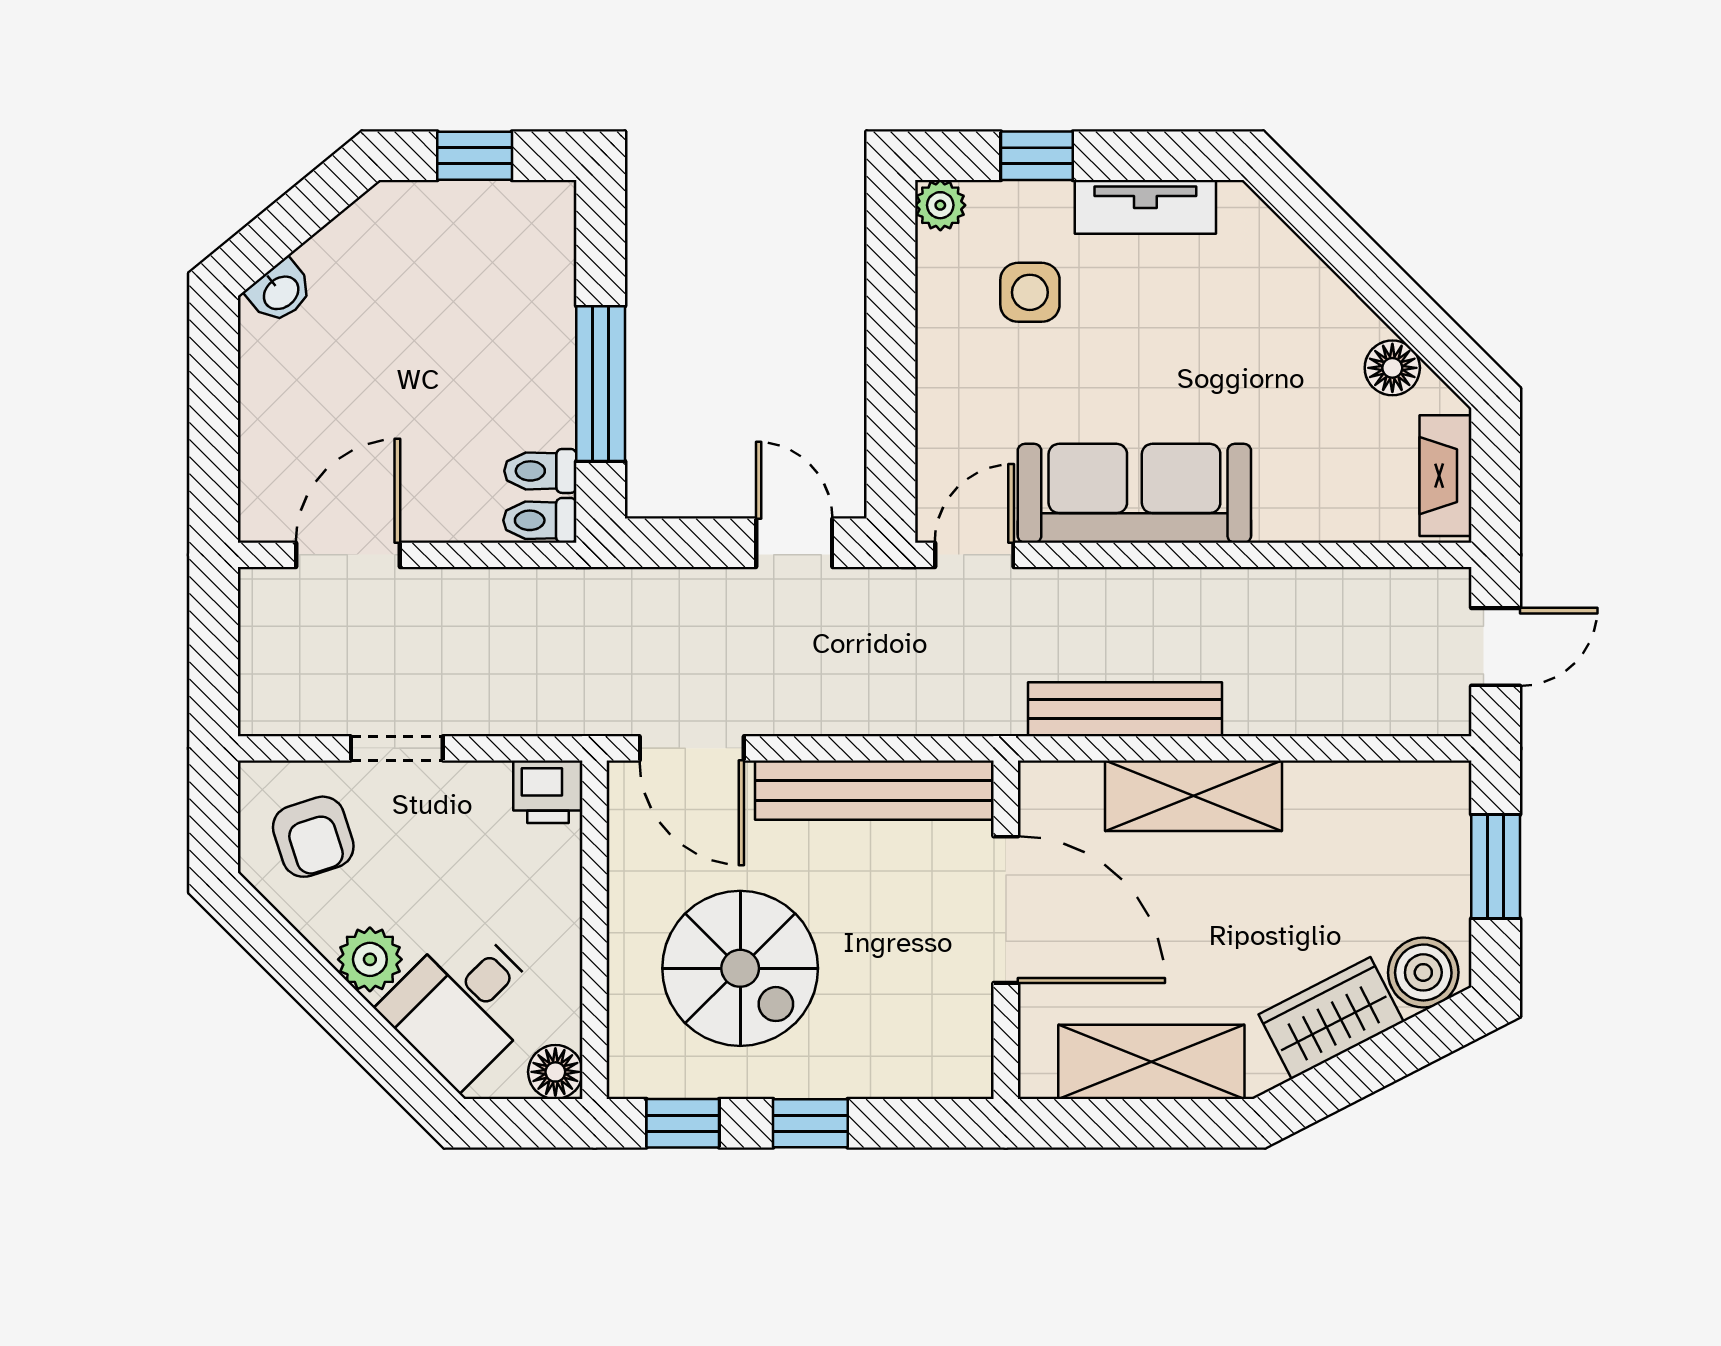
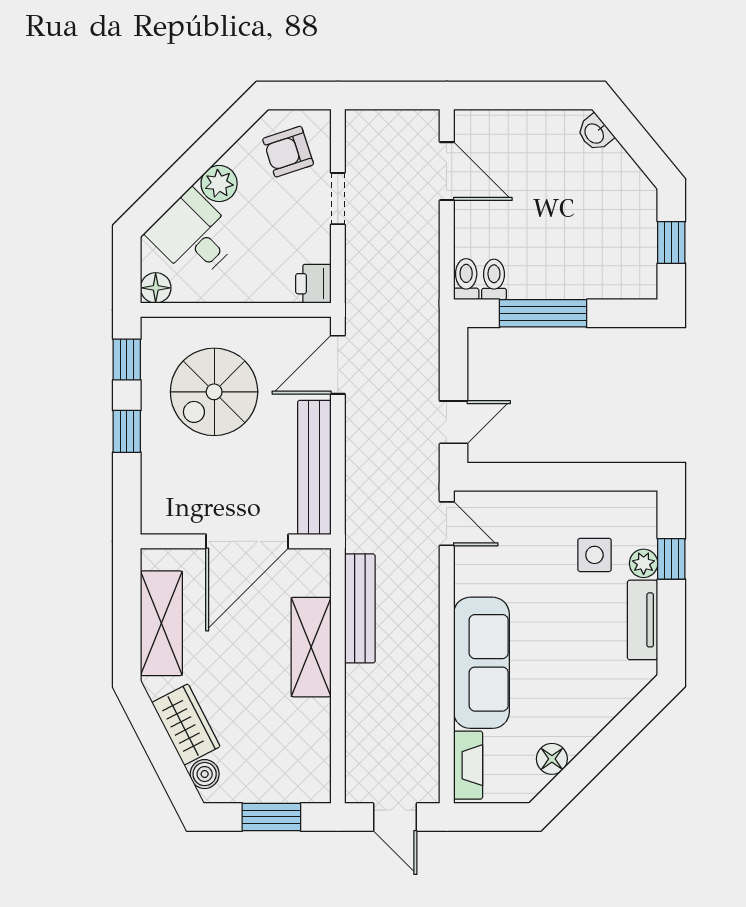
plant: (940, 205) -> (644, 563), moved
fireplace: (1446, 476) -> (468, 765), moved, turned 90
sofa: (1134, 493) -> (481, 663), moved
boiler: (1423, 972) -> (205, 774), width x0.73, depth x0.73

